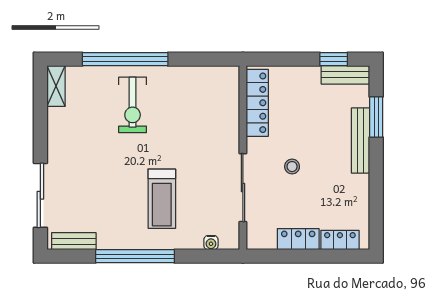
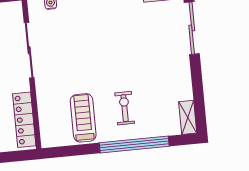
exercise bike: (133, 105) -> (125, 108), width x0.73, depth x0.72
treadmill: (162, 199) -> (83, 118), moved

